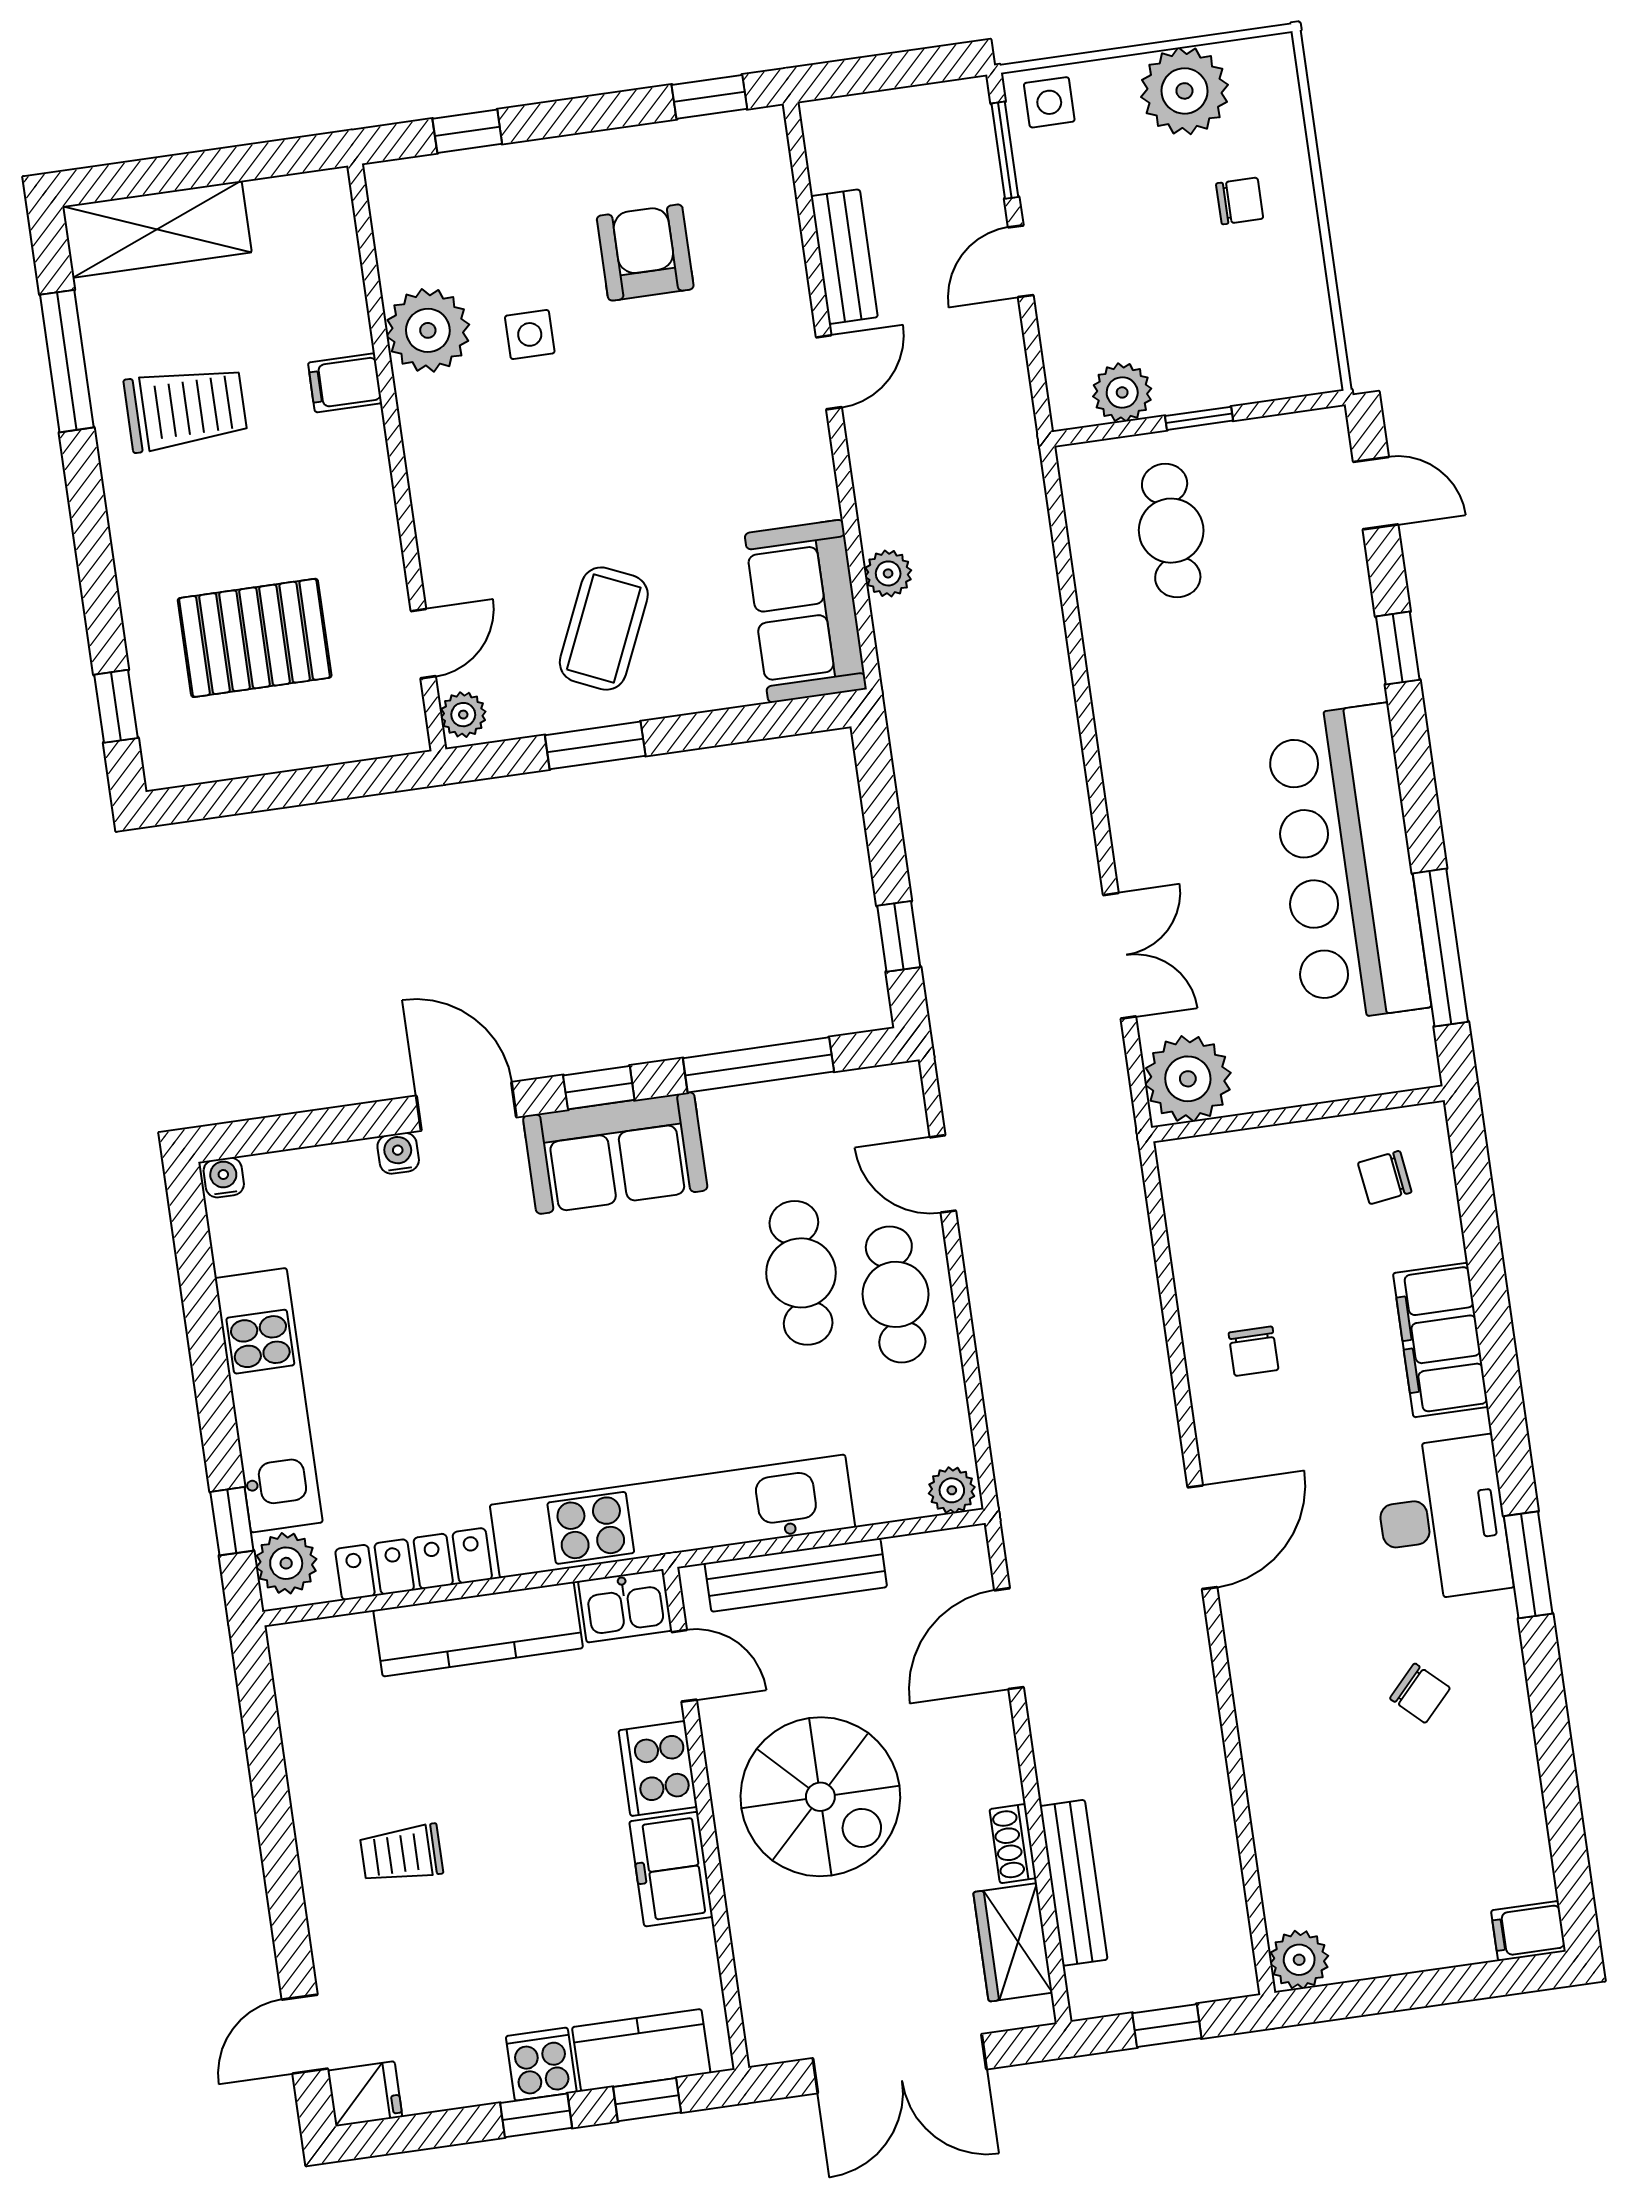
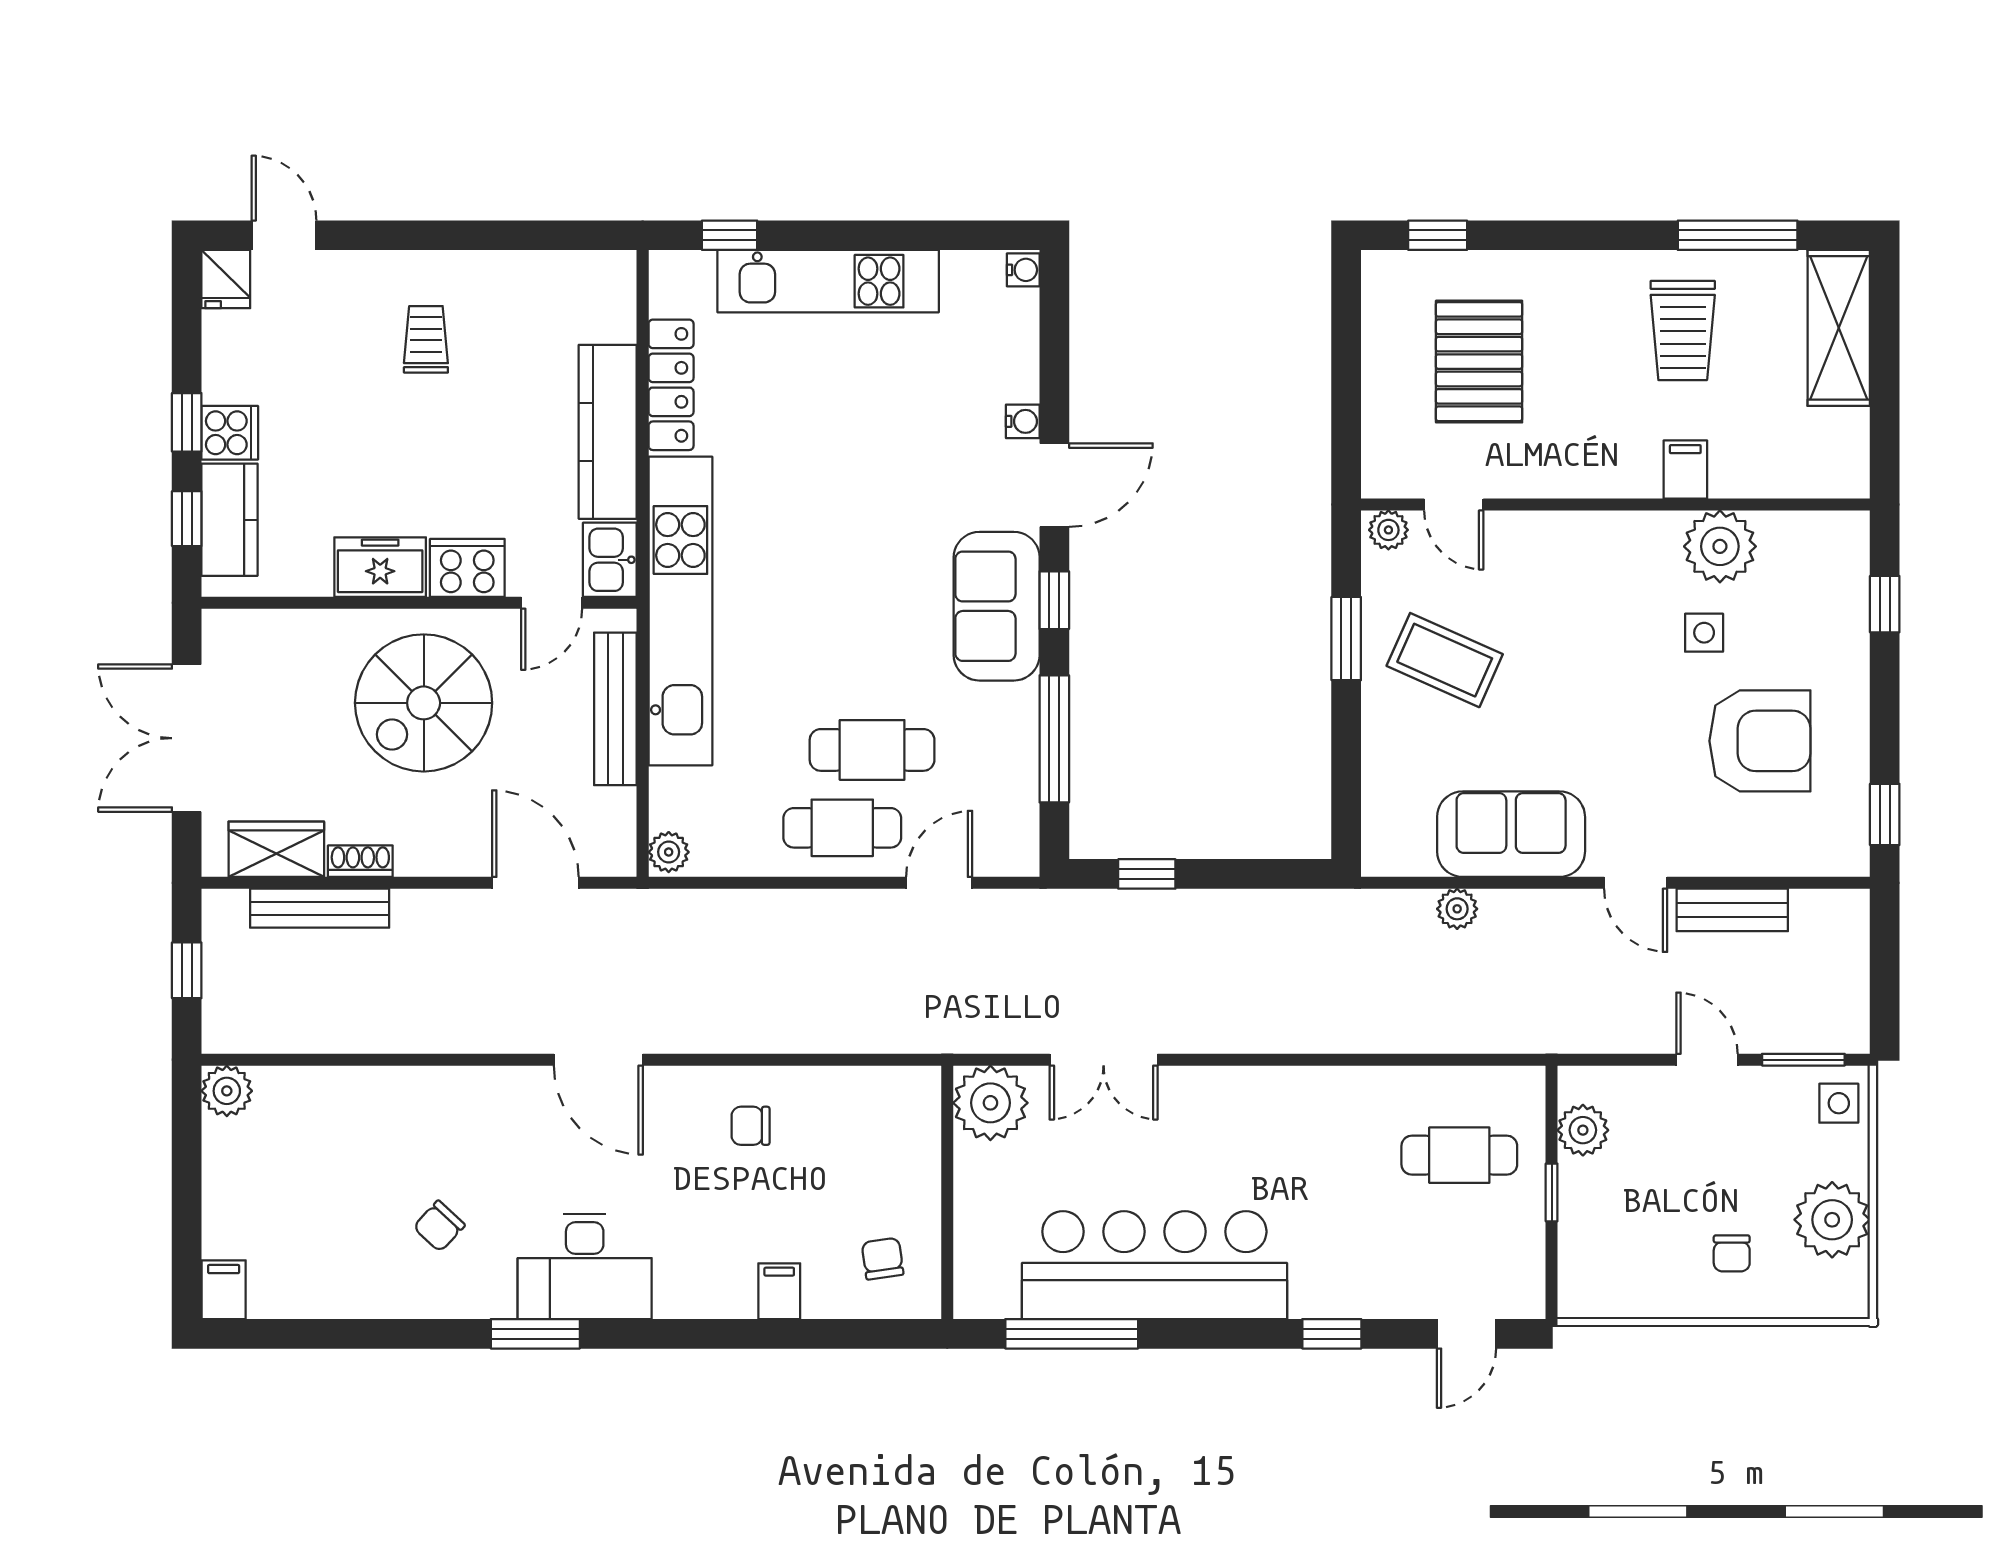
armchair: (645, 253) -> (1760, 741), width x1.36, depth x1.36
sofa: (806, 611) -> (1511, 834), moved
filing cabinet: (1441, 1340) -> (779, 1291), width x0.33, depth x0.86
plant: (286, 1563) -> (687, 276), removed

